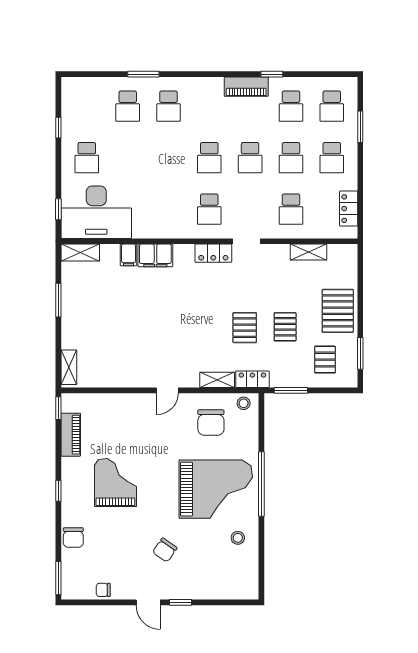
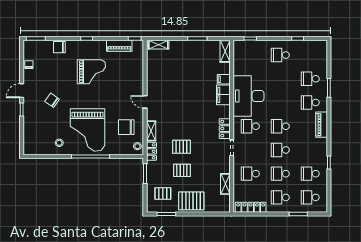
piano: (246, 87) -> (322, 125), moved
locker: (349, 209) -> (251, 207), width x1.53
desk: (96, 212) -> (249, 96), moved

